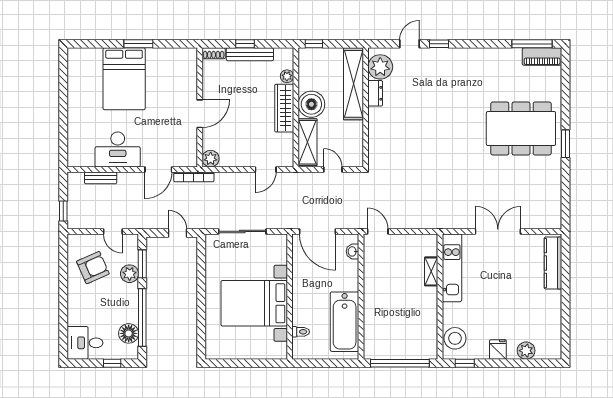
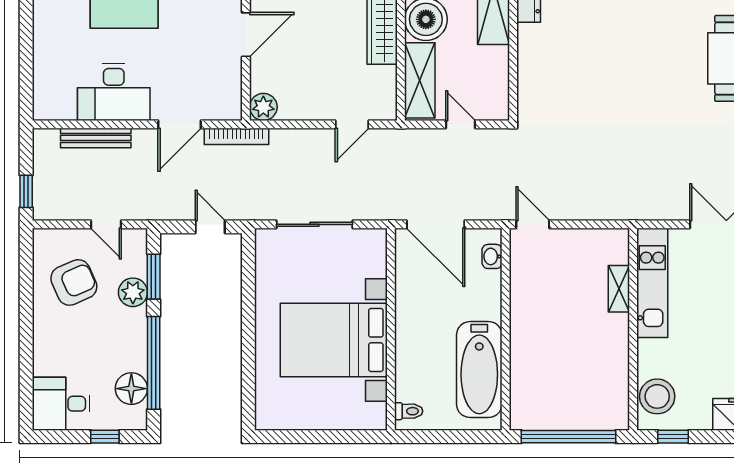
bench: (101, 178) -> (96, 138), width x1.36
toilet: (301, 332) -> (409, 411), moved

